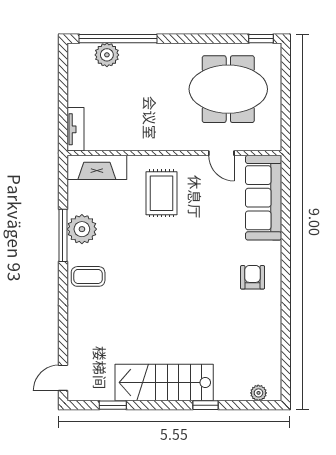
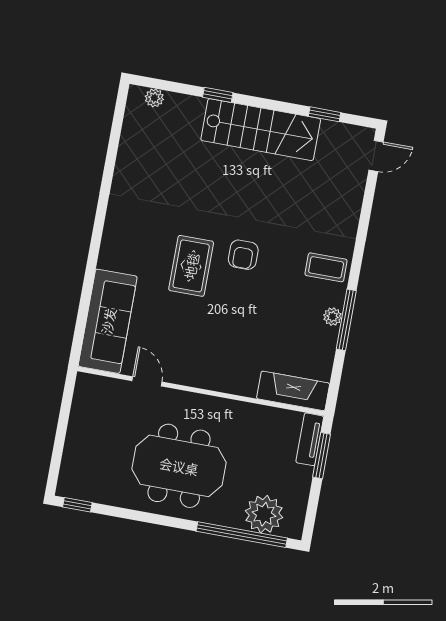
plant: (107, 55) -> (264, 514), width x1.36, depth x1.36
meeting table: (228, 89) -> (179, 466), moved
window: (63, 117) -> (322, 456), added
rug: (162, 193) -> (191, 266), moved
plant: (82, 229) -> (333, 317), width x0.53, depth x0.53
armchair: (253, 277) -> (243, 255), moved

